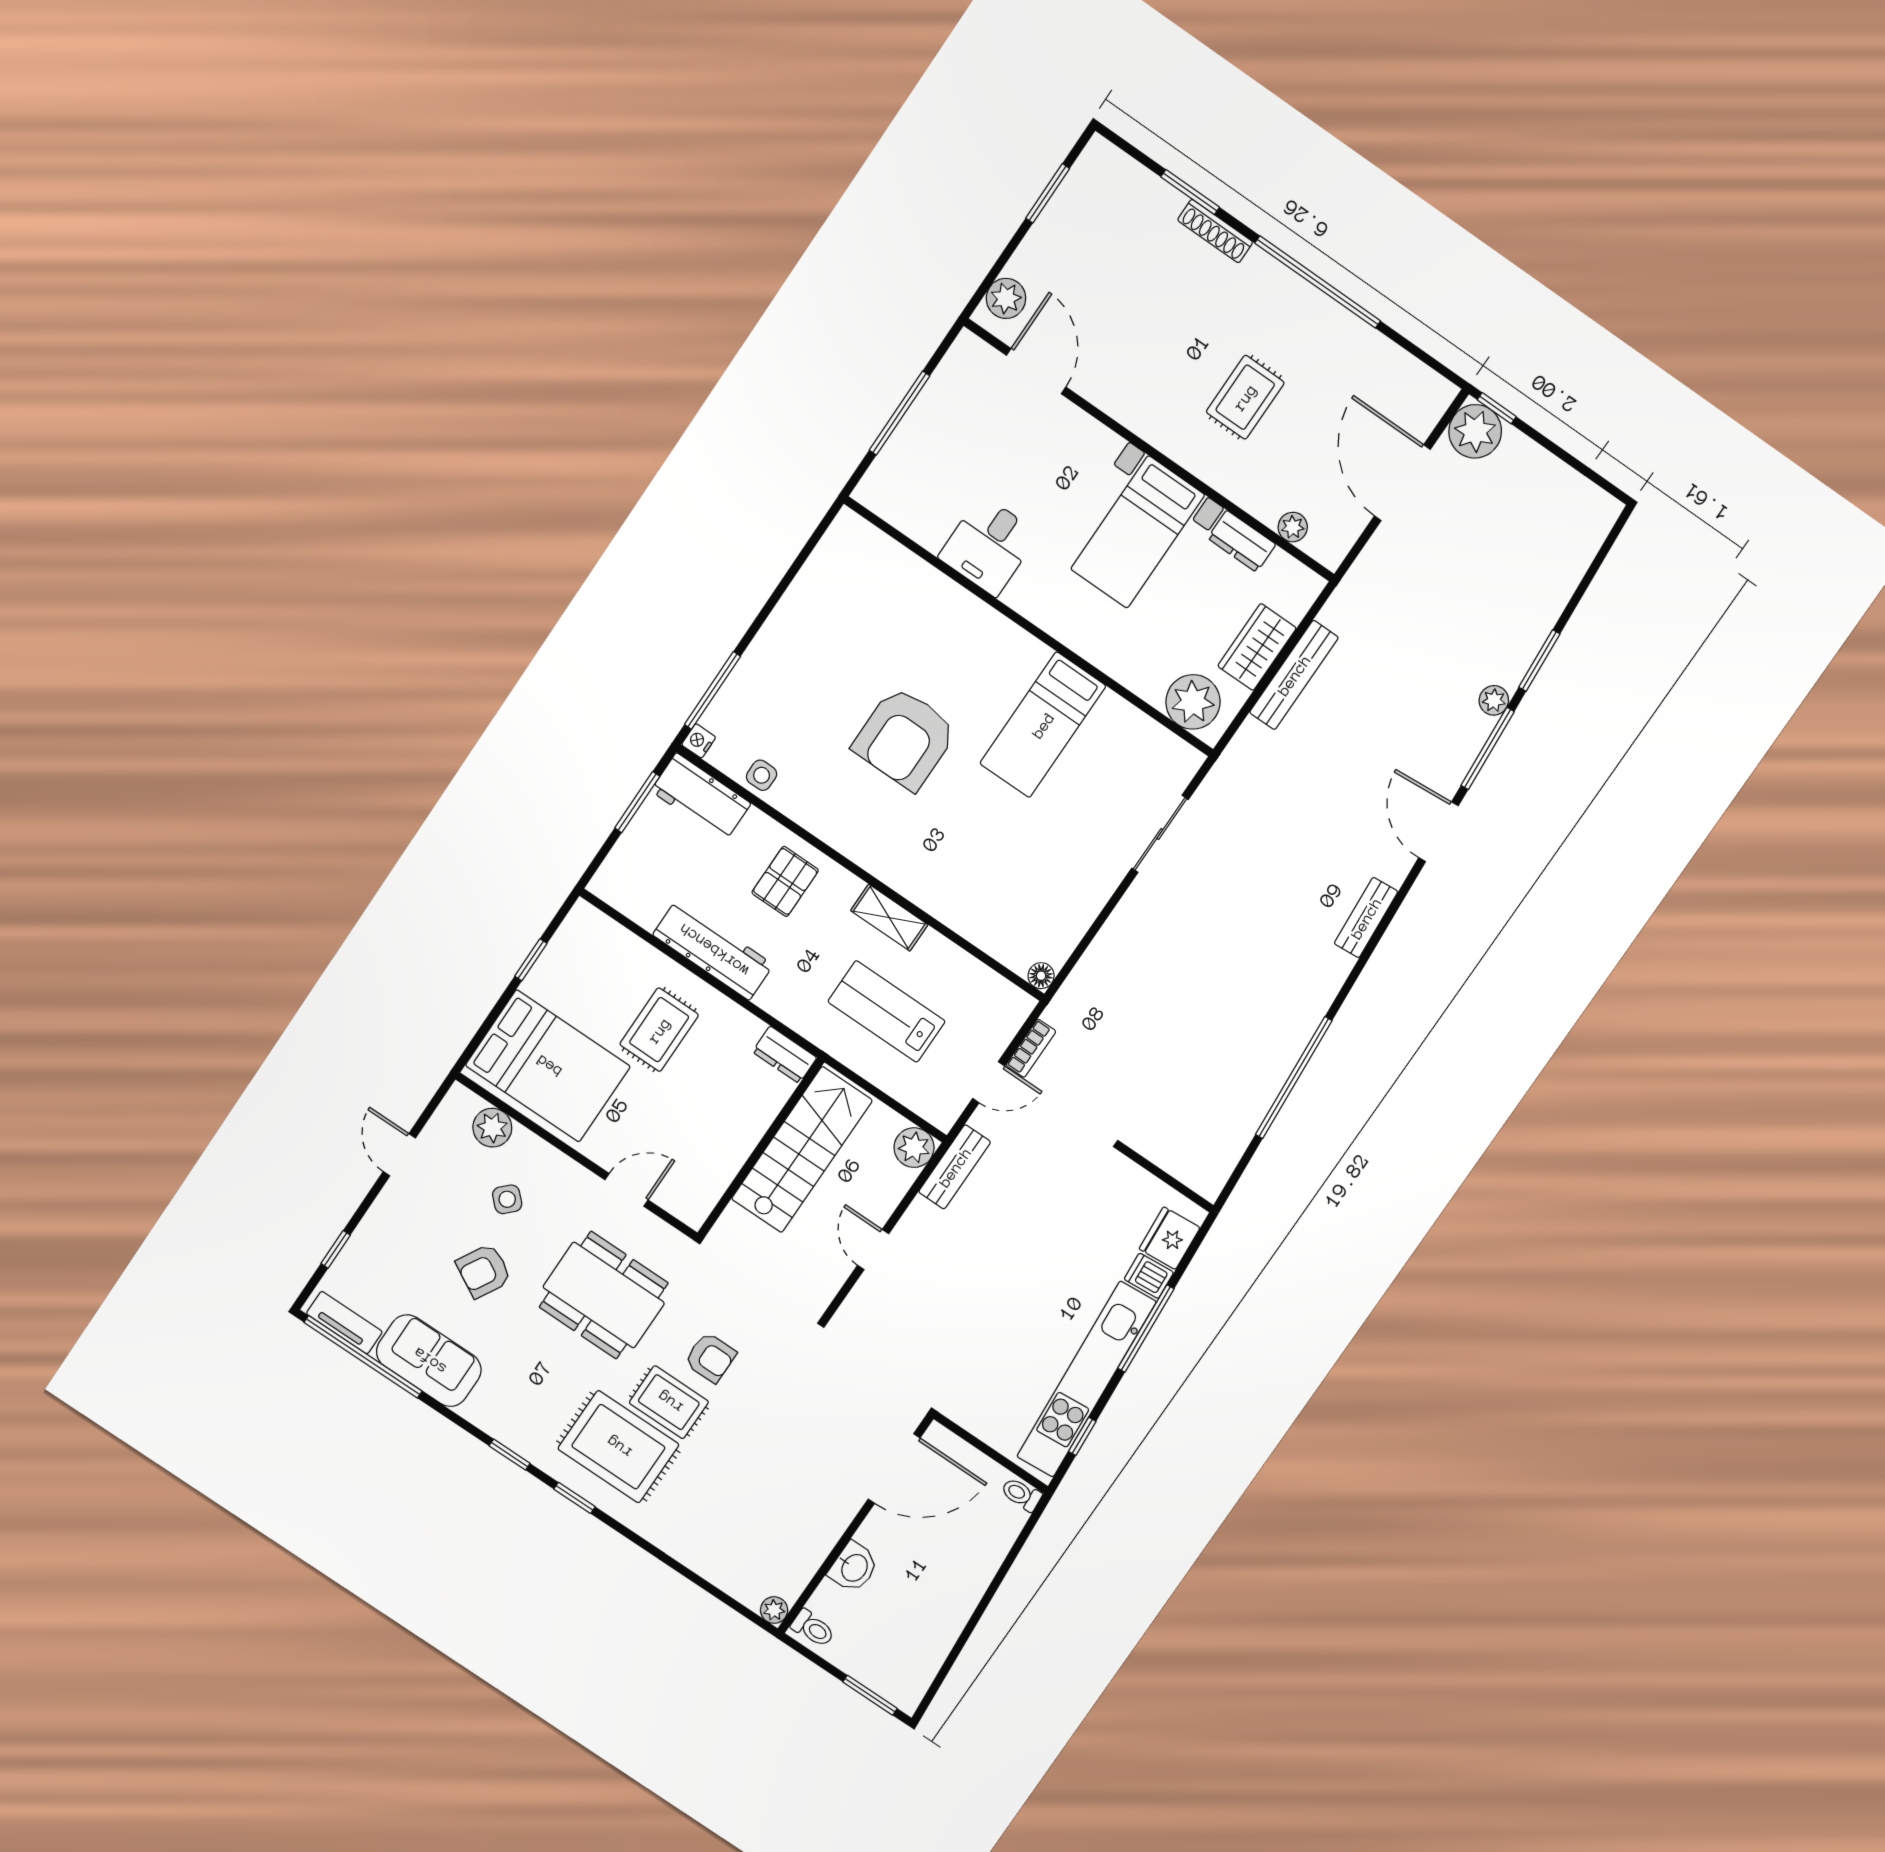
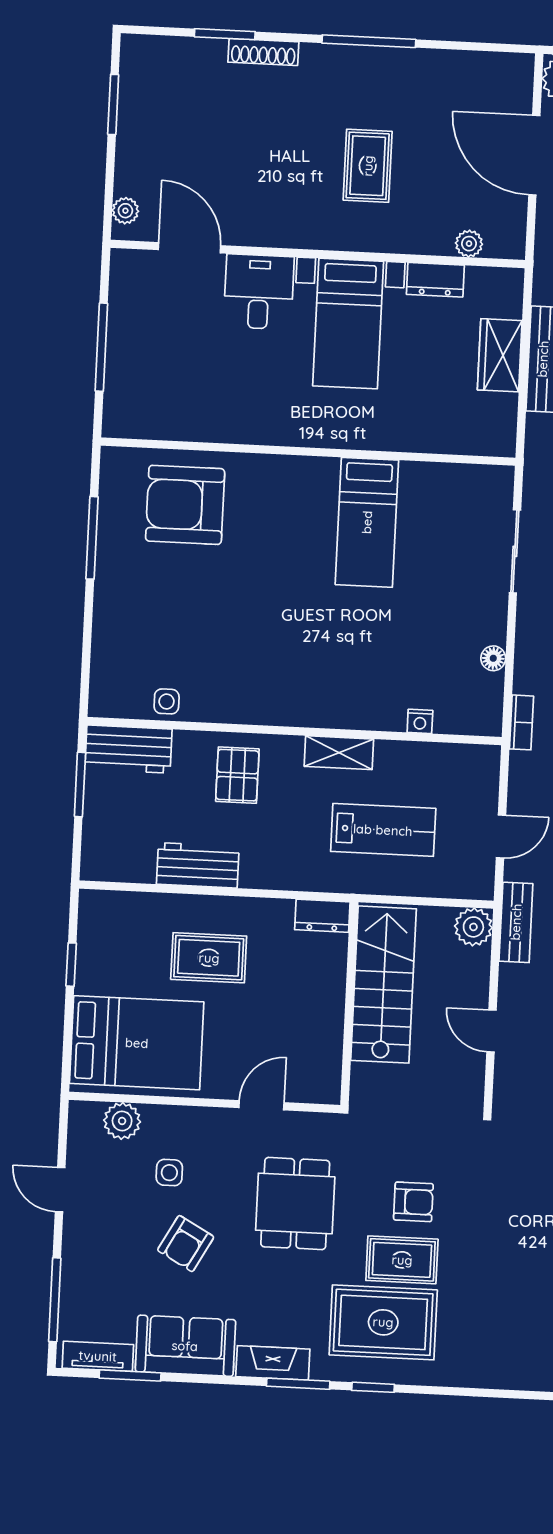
window: (1318, 282) -> (369, 41), width x0.68
plant: (1006, 298) -> (125, 211), width x0.73, depth x0.73
desk: (989, 546) -> (259, 292), moved, turned 180
window: (712, 690) -> (92, 538), moved
plant: (1193, 702) -> (476, 430), removed
armchair: (905, 738) -> (185, 505), moved, turned 90
nightstand: (699, 741) -> (420, 721), moved, turned -90
workbench: (713, 950) -> (198, 865), width x0.73
floor lamp: (1041, 976) -> (493, 658), moved
lab bench: (887, 1011) -> (383, 830), turned 180
rug: (659, 1030) -> (209, 958), turned 90
bookcase: (1031, 1048) -> (521, 722), moved
side table: (507, 1199) -> (169, 1173), turned 45
window: (336, 1249) -> (55, 1300), width x2.17
dining table: (604, 1295) -> (295, 1204), width x0.73
window: (363, 1357) -> (130, 1375), width x0.47
fireplace: (498, 1423) -> (273, 1363), added
window: (510, 1455) -> (298, 1384), width x1.50

